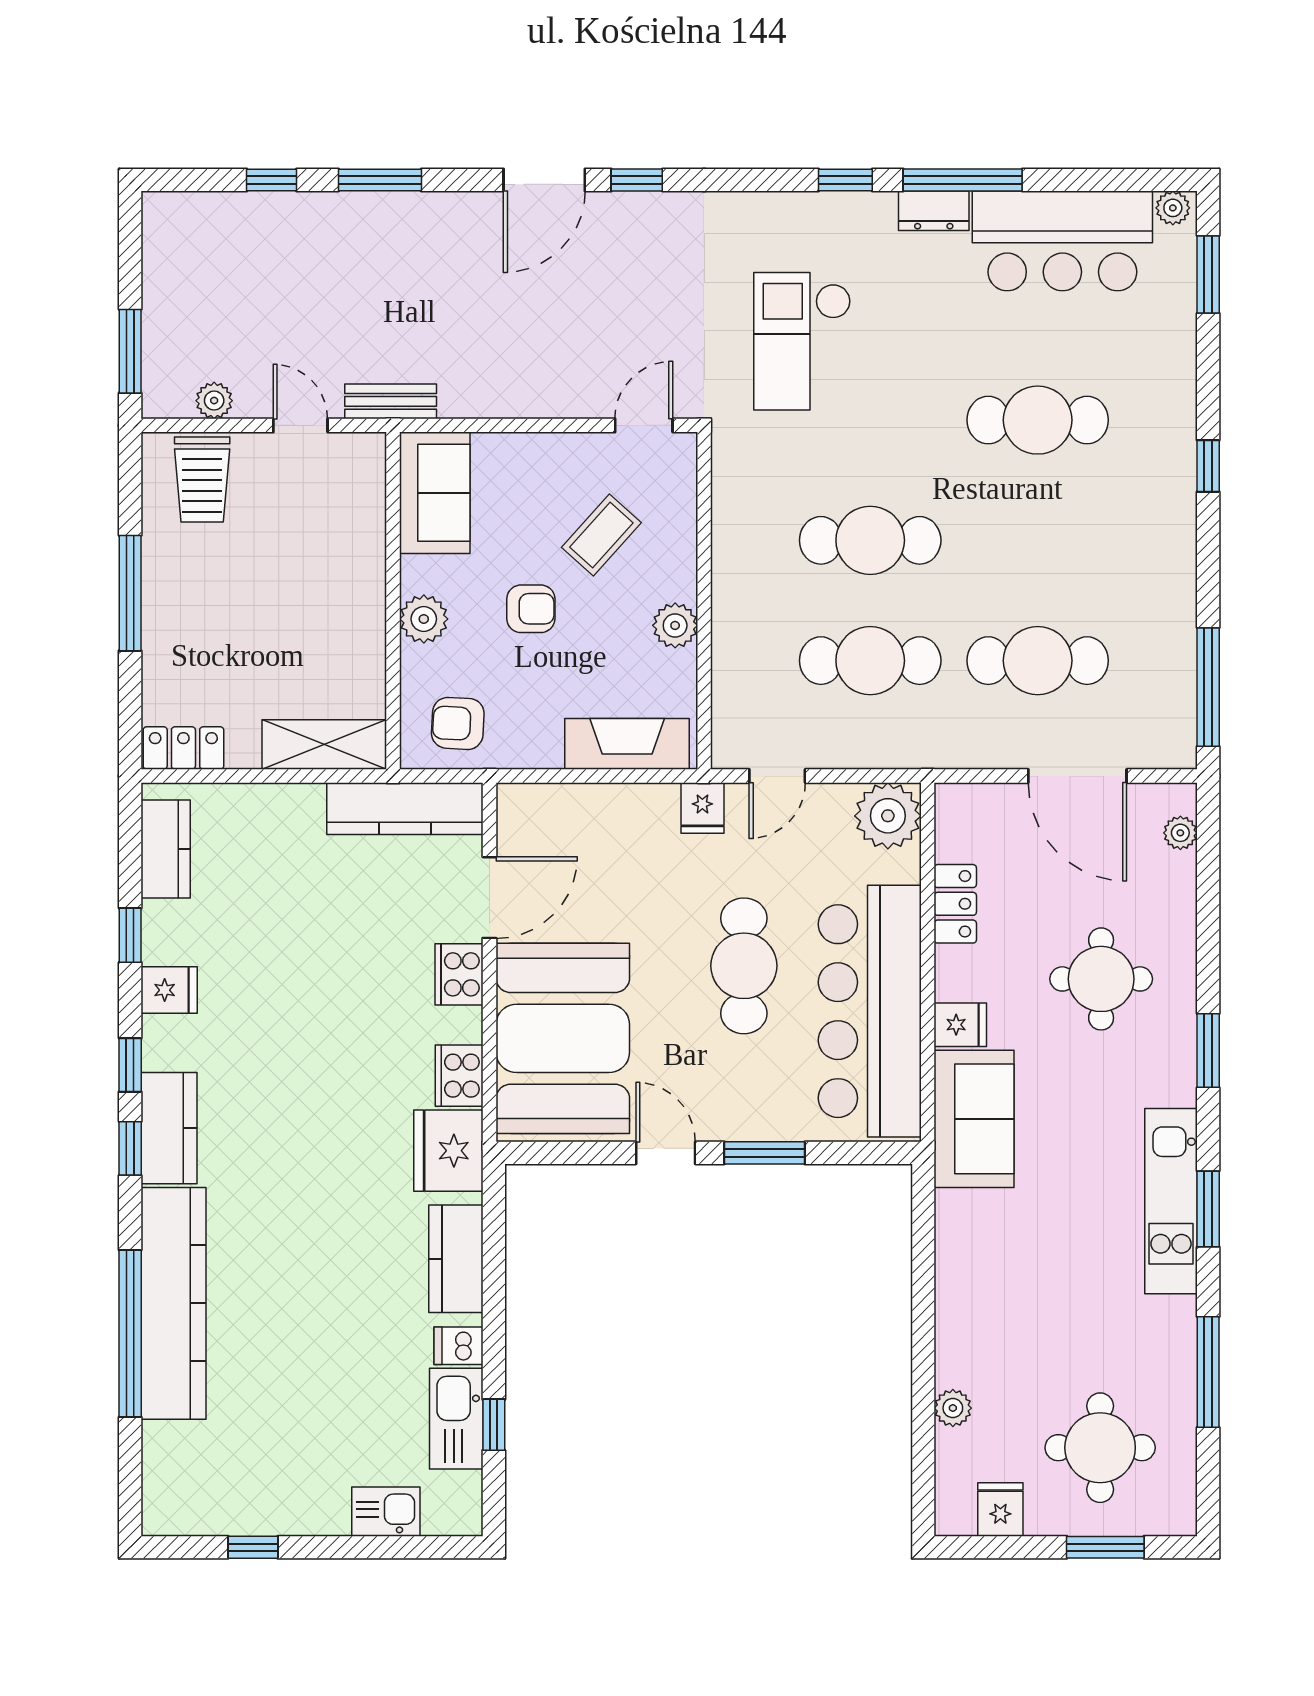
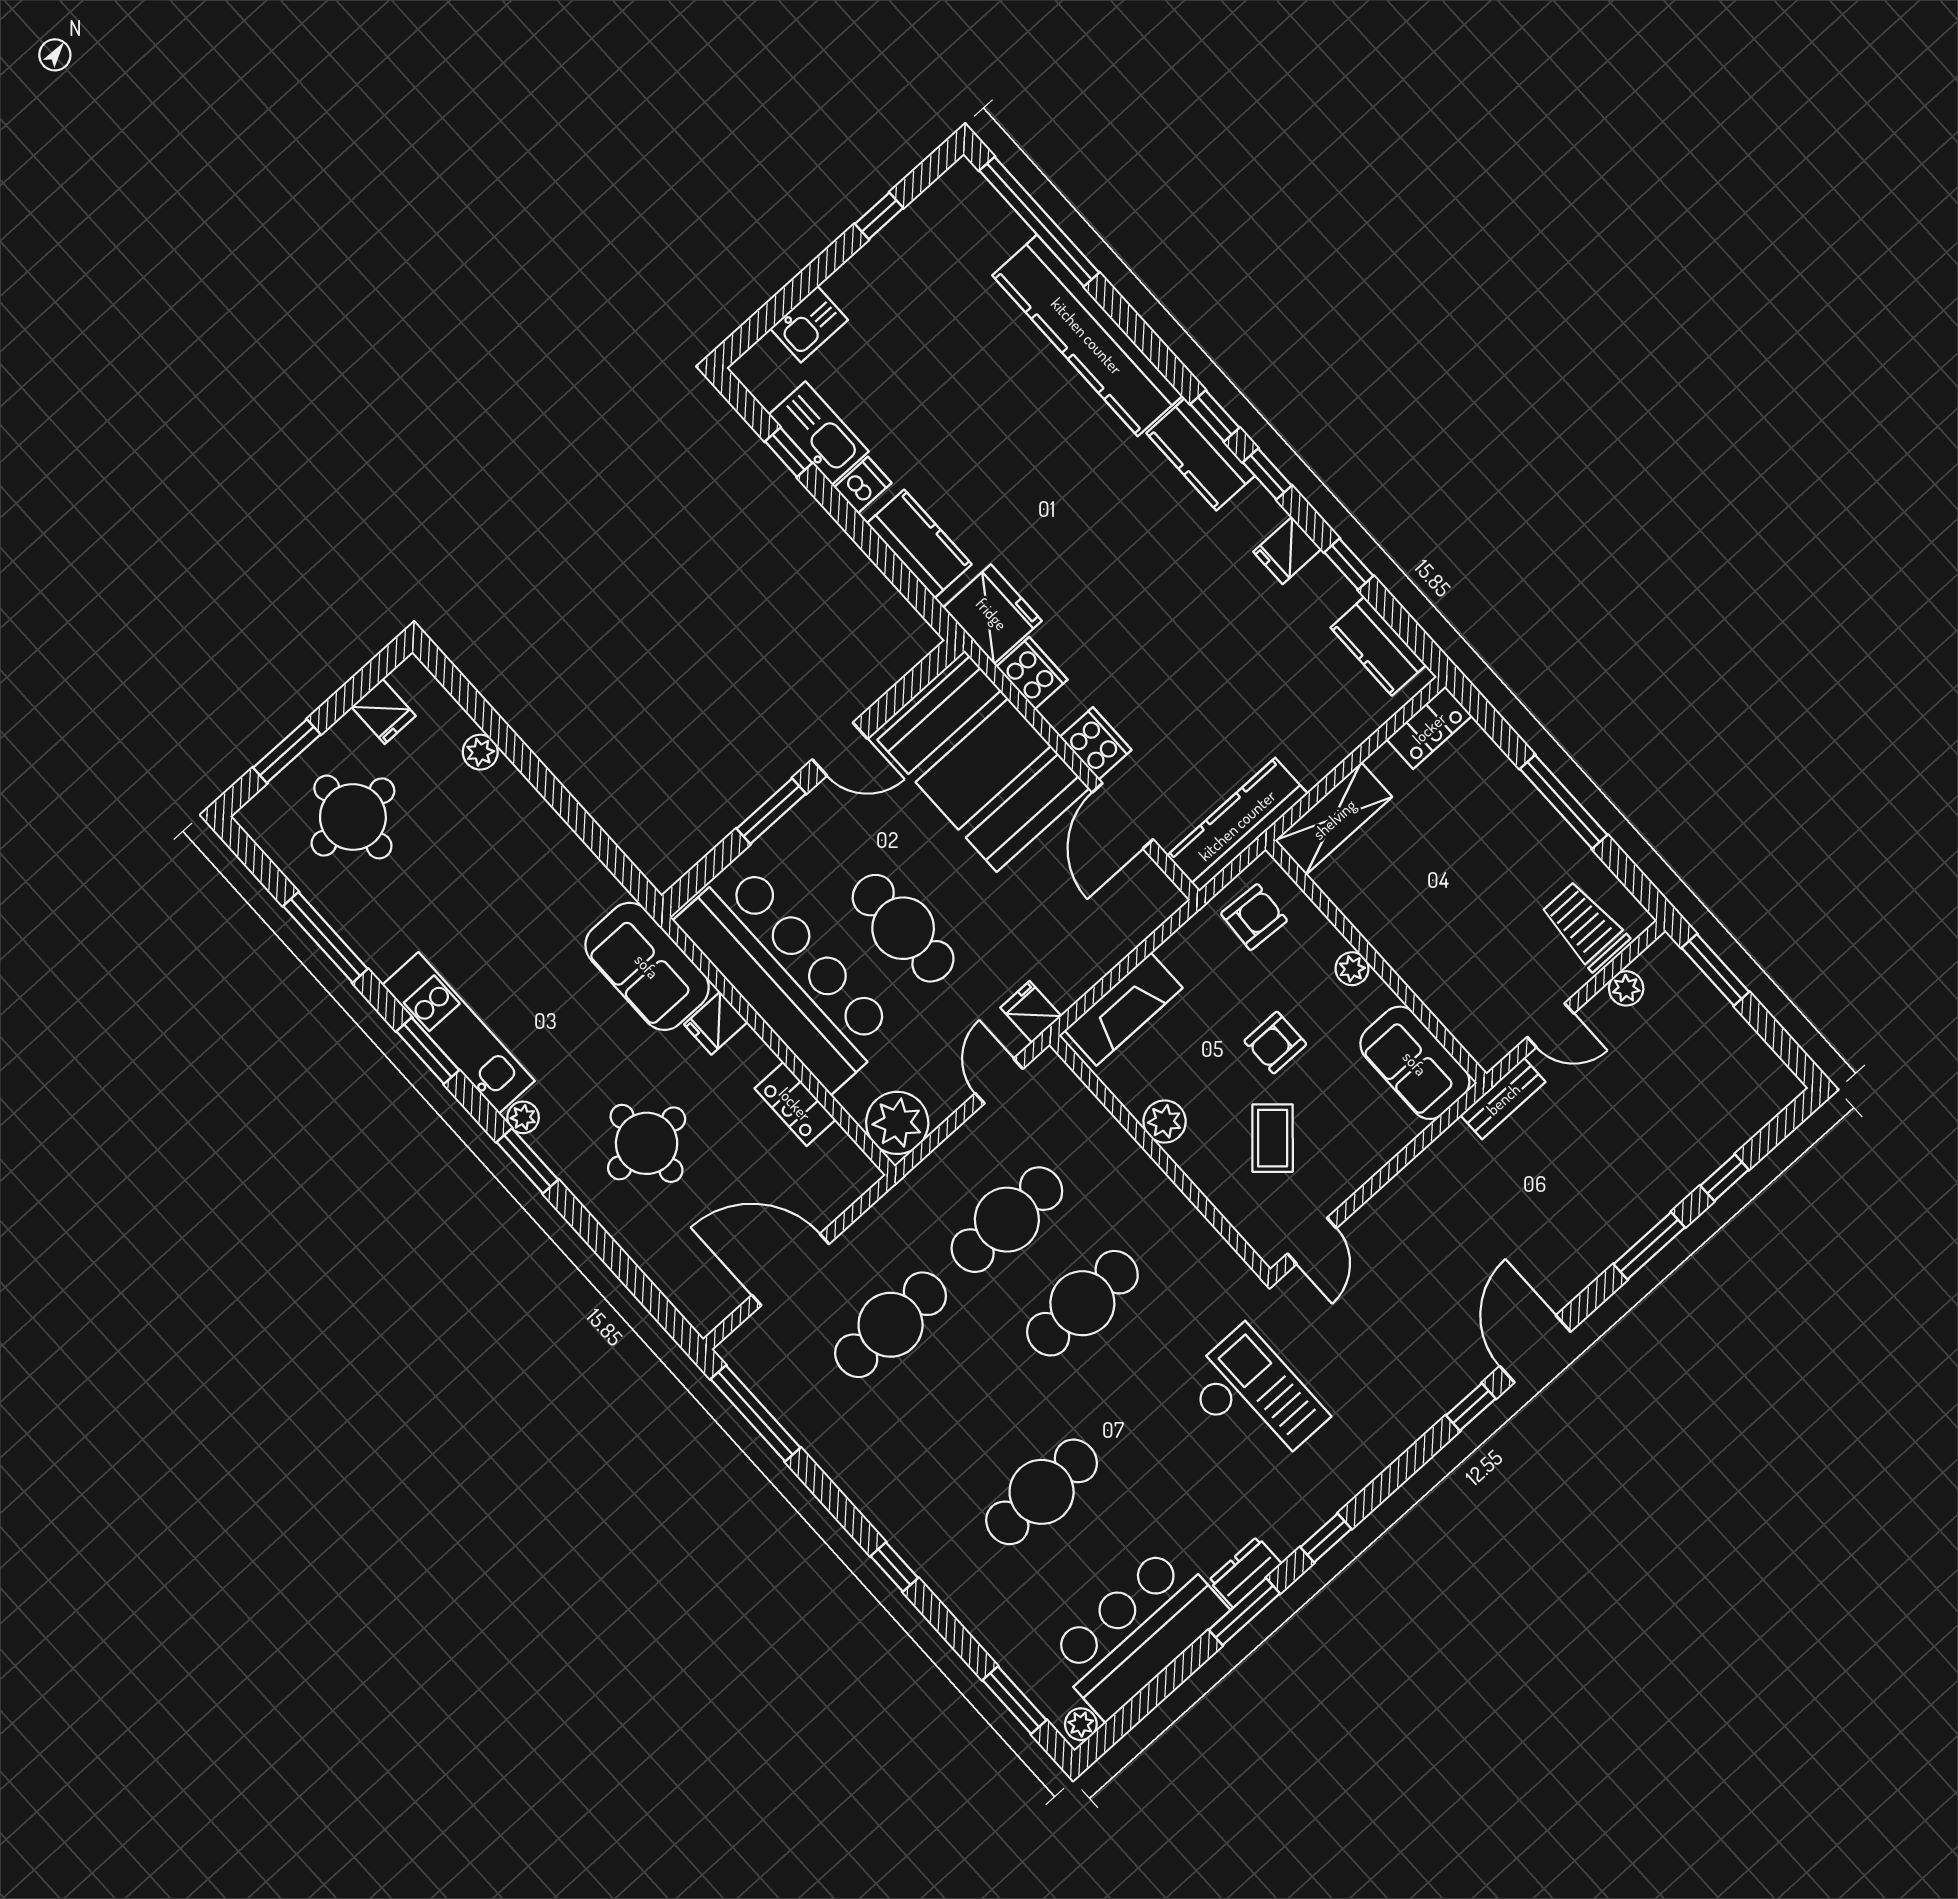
window: (963, 180) -> (1244, 1612), width x0.69
plant: (424, 619) -> (1352, 969), width x0.73, depth x0.73
plant: (1180, 833) -> (523, 1117), moved
window: (130, 1334) -> (1039, 222), moved

